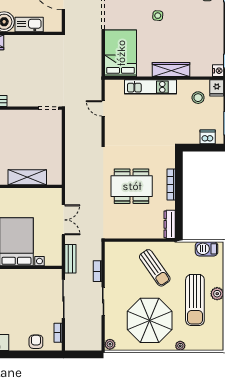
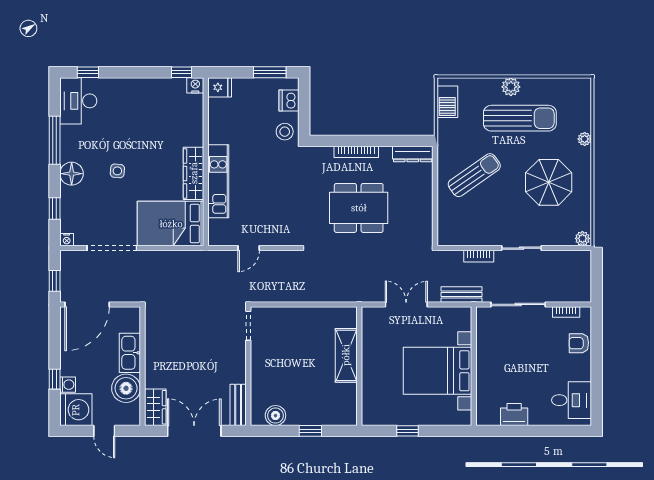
wardrobe: (171, 69) -> (194, 173), moved
stool: (198, 98) -> (285, 132), moved
dining table: (132, 186) -> (359, 208), turned 90
parasol: (150, 320) -> (549, 182), width x0.73, depth x0.73

